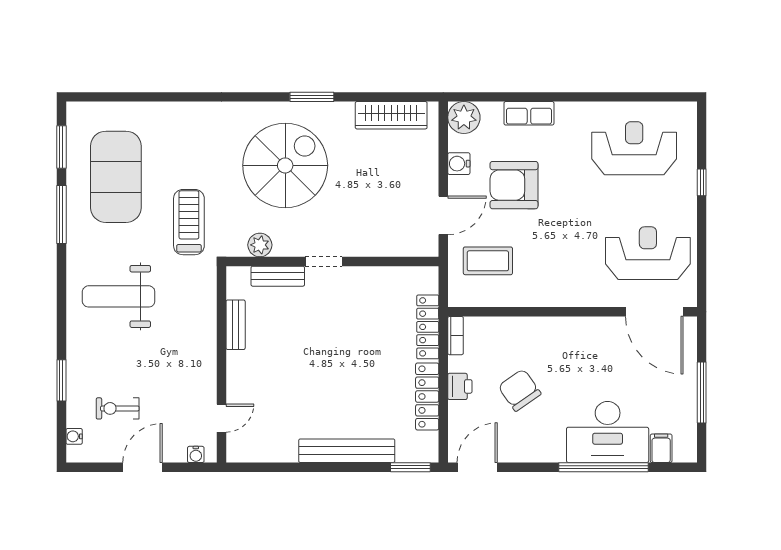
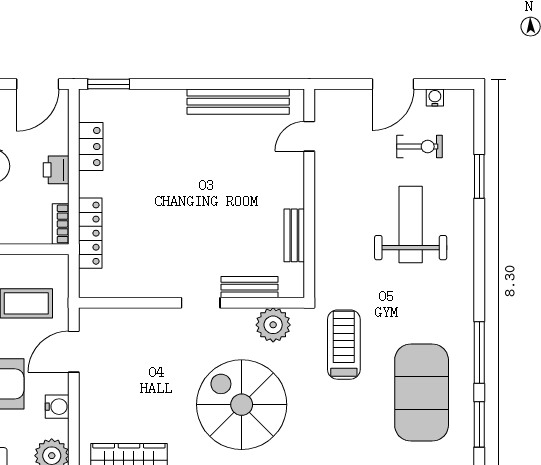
spiral stairs: (285, 165) -> (242, 405), turned 90
treadmill: (189, 222) -> (344, 345), turned 180
plant: (260, 245) -> (273, 325), width x1.36, depth x1.36
weight bench: (119, 296) -> (411, 225), moved, turned -90
locker: (427, 396) -> (91, 147), width x0.66
water cooler: (74, 436) -> (435, 98), moved, turned -90
bench: (347, 451) -> (238, 102), moved
water cooler: (196, 454) -> (337, 98), removed

